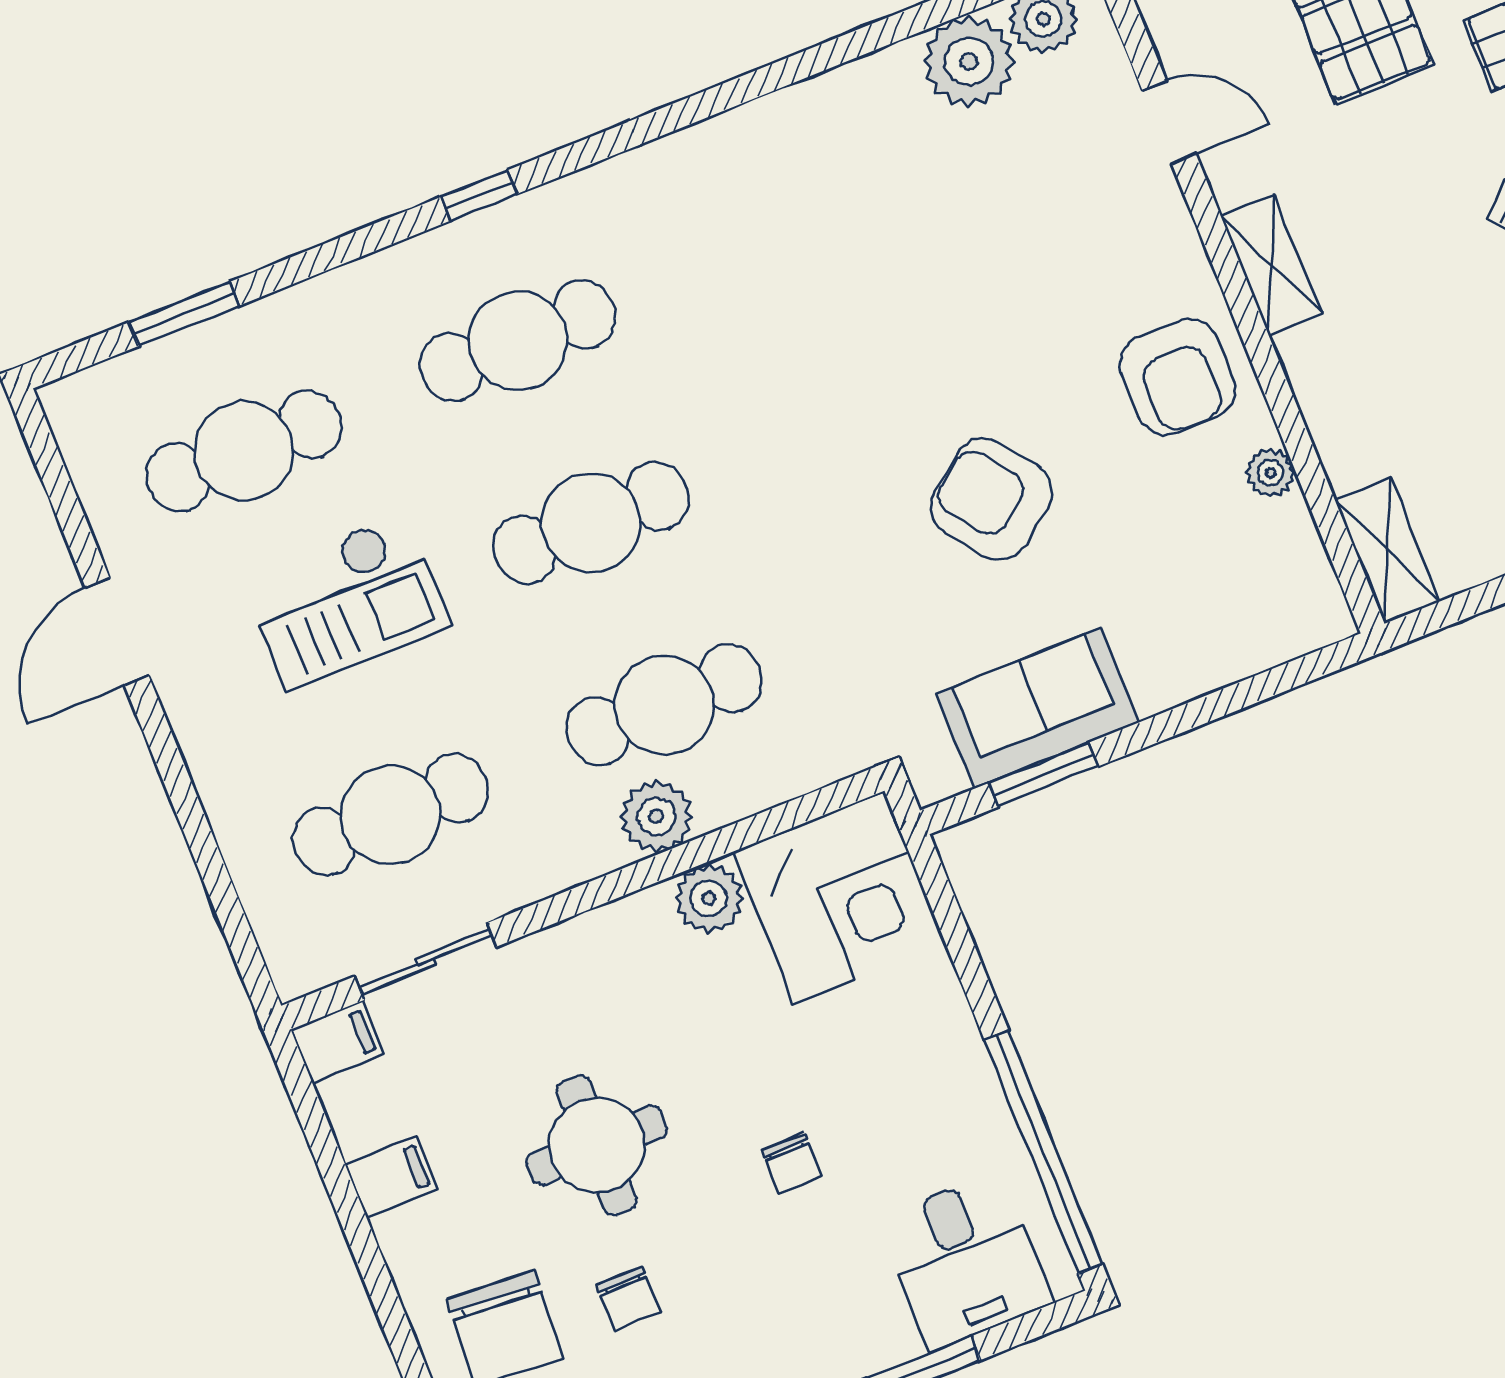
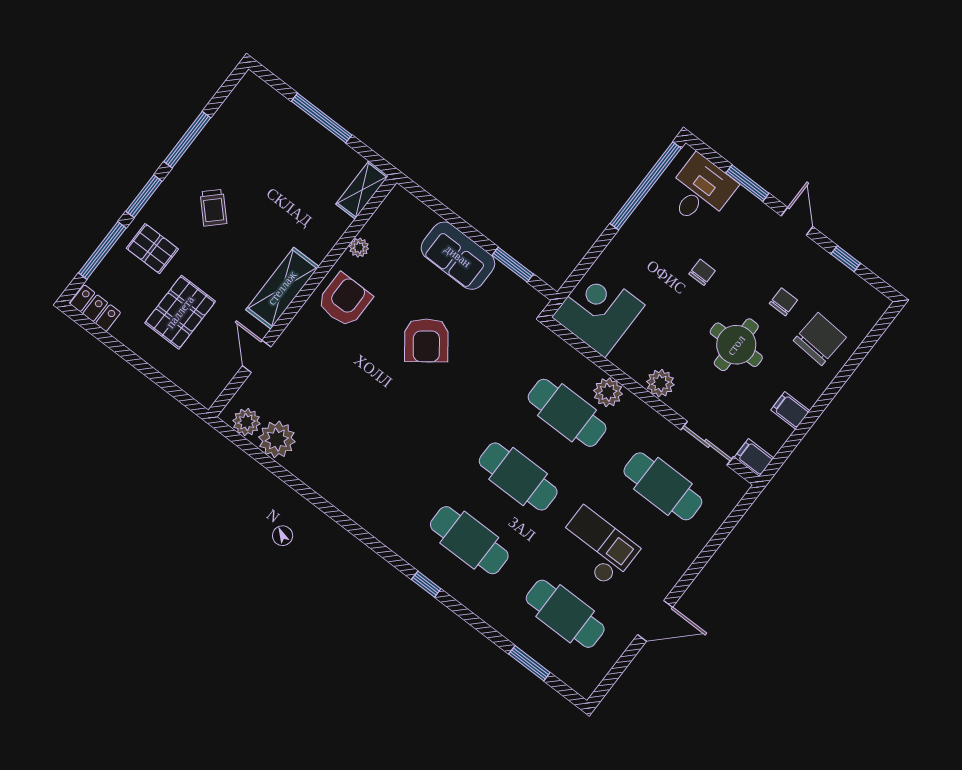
shelving: (1271, 265) -> (282, 288), width x1.50, depth x1.33
sofa: (1037, 708) -> (458, 256), moved
plant: (709, 898) -> (660, 383), moved

